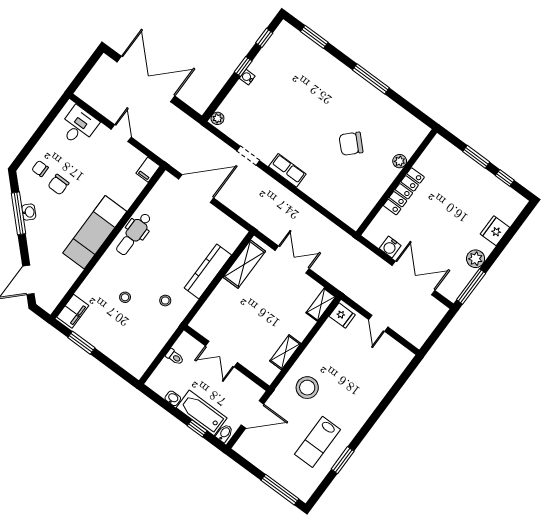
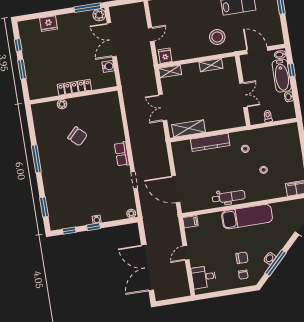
plant: (476, 259) -> (99, 15), moved

